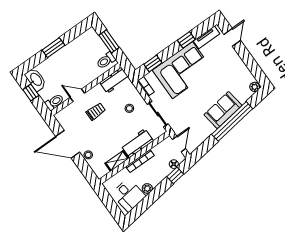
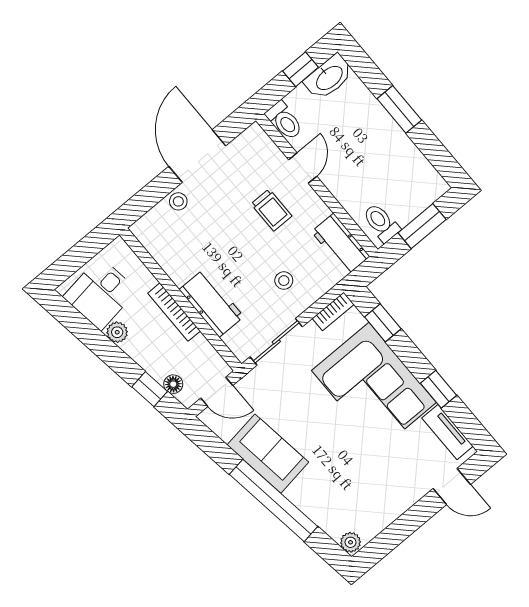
sofa: (223, 110) -> (268, 454), moved
shelving: (117, 161) -> (171, 263), removed

